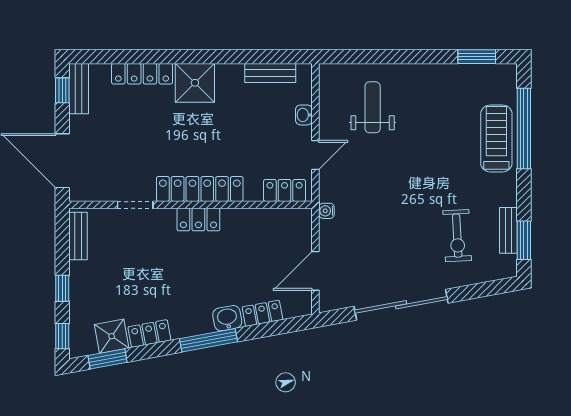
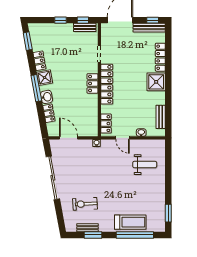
bench: (79, 89) -> (149, 28), width x1.36
window: (524, 240) -> (93, 235), moved
window: (62, 336) -> (83, 20), moved
shower: (112, 336) -> (45, 78), moved

